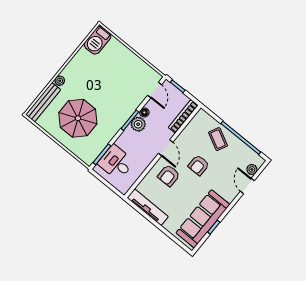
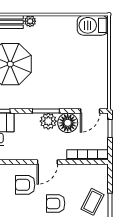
floor lamp: (144, 112) -> (68, 123), width x1.89, depth x1.89

